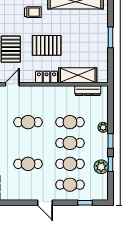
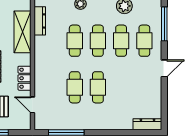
locker: (47, 77) -> (25, 78), moved
cafe table: (28, 164) -> (98, 87), moved
window: (85, 203) -> (164, 24), width x2.17

